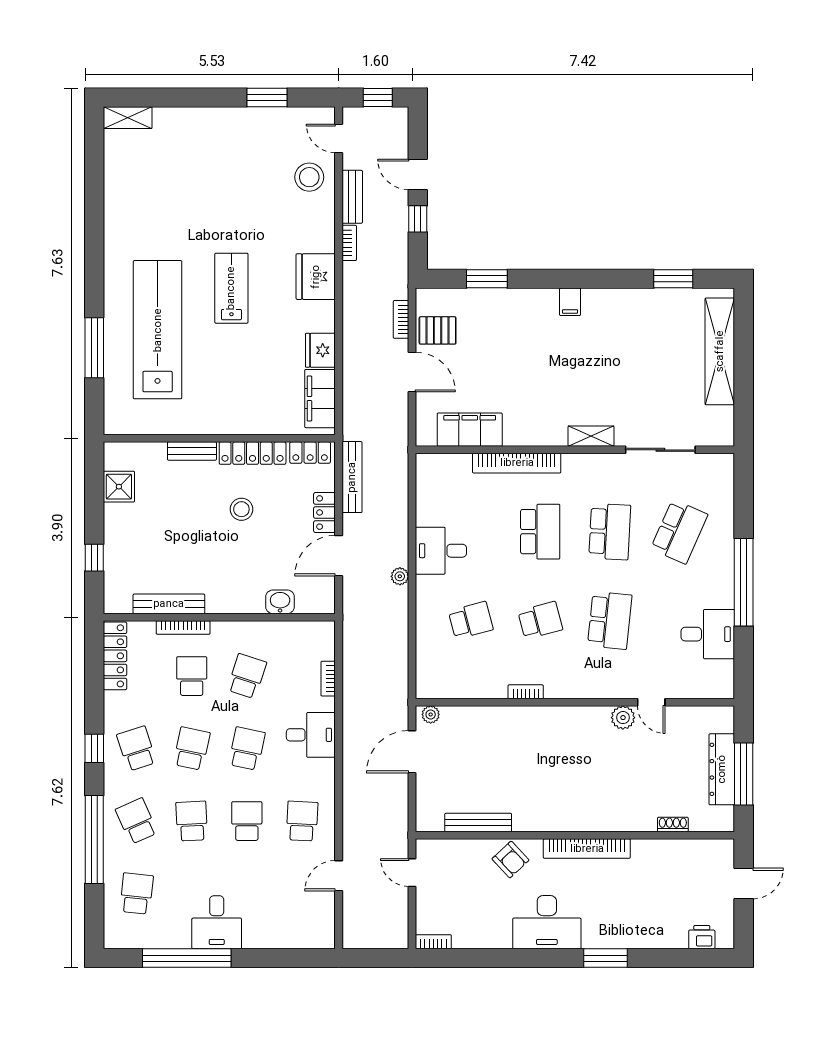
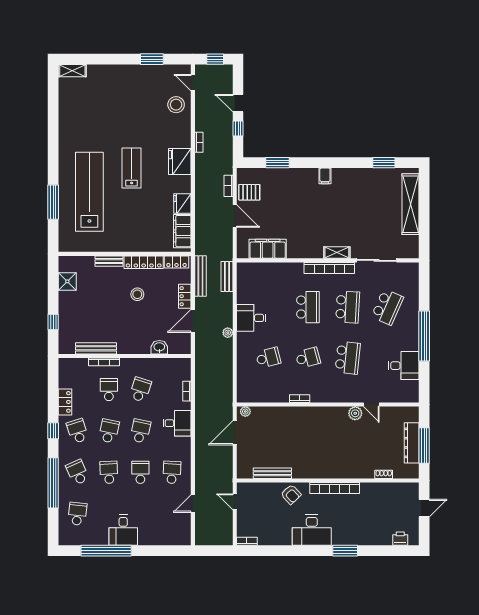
bench: (352, 197) -> (227, 277), moved
bookcase: (517, 463) -> (329, 268), moved
locker: (115, 656) -> (65, 402), moved, width x0.66

